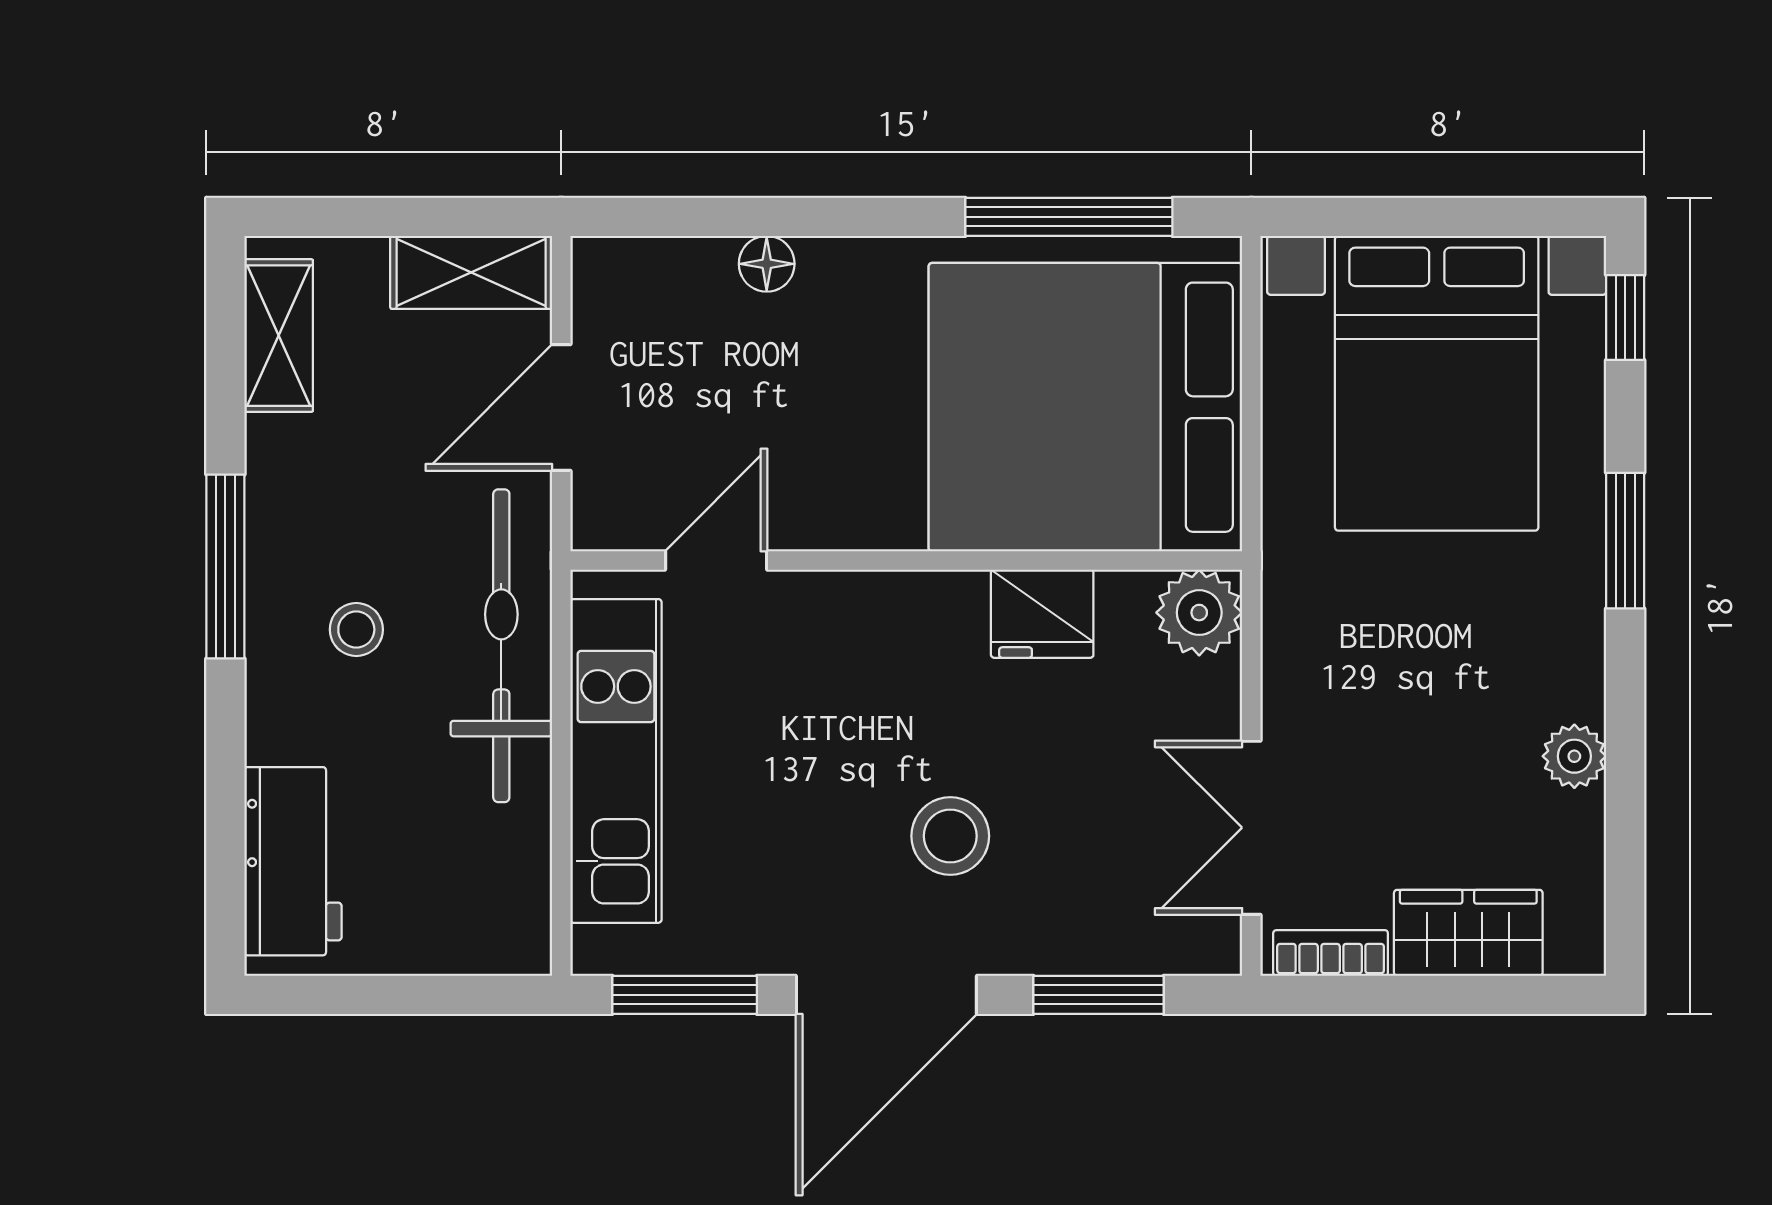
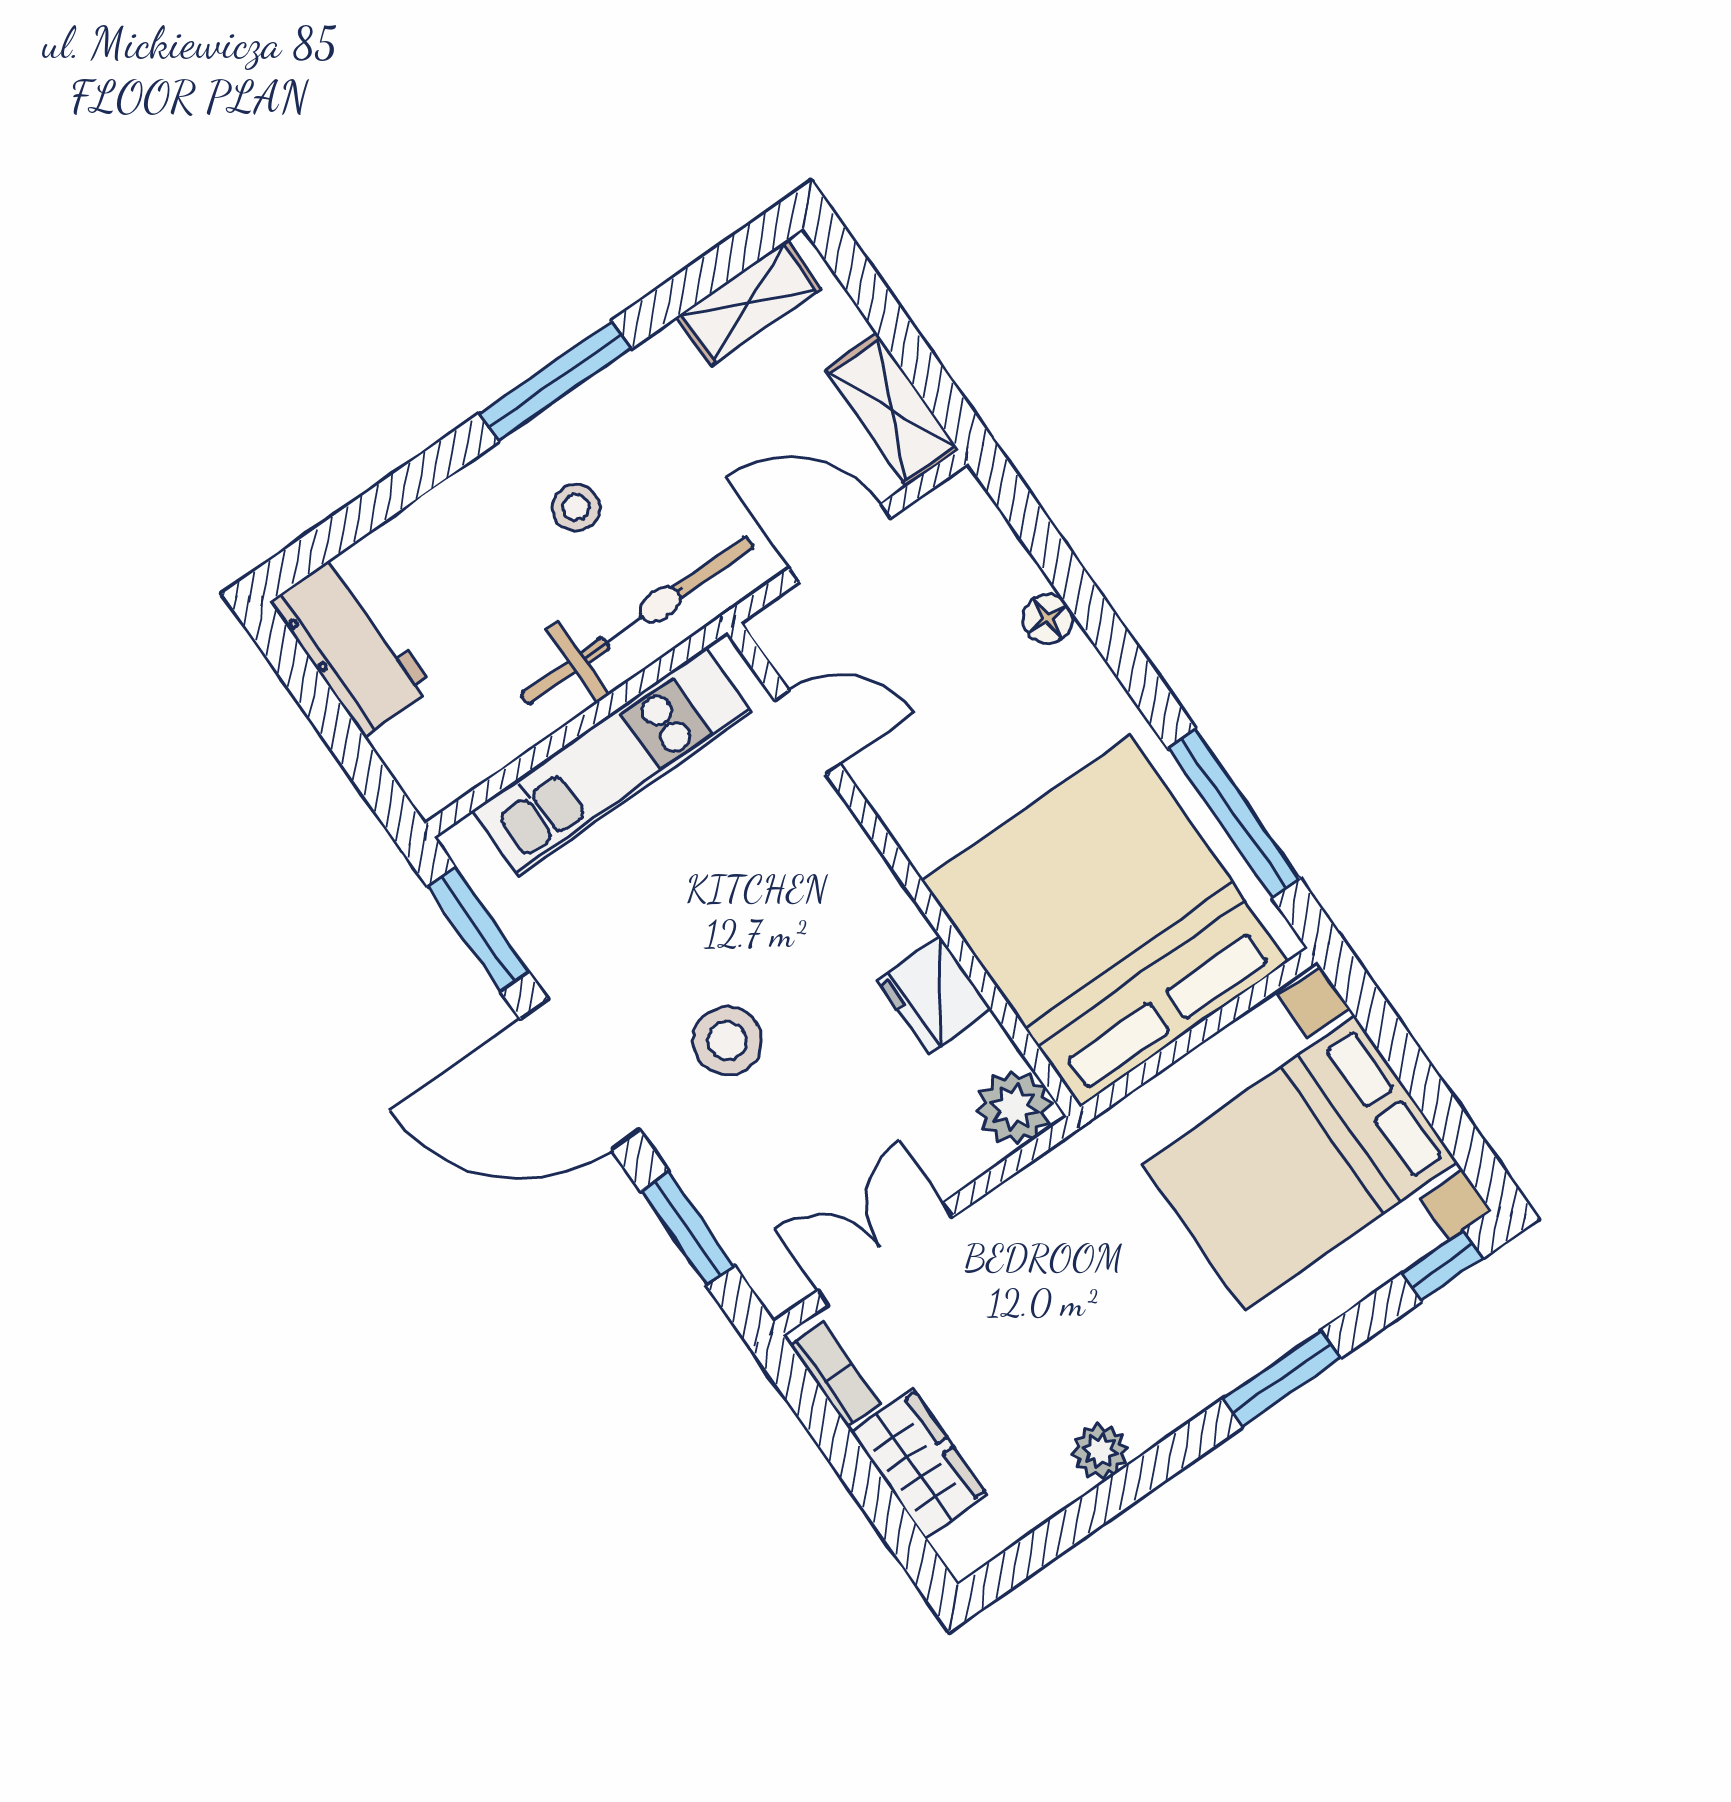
workbench: (293, 861) -> (352, 645), moved, turned -90

